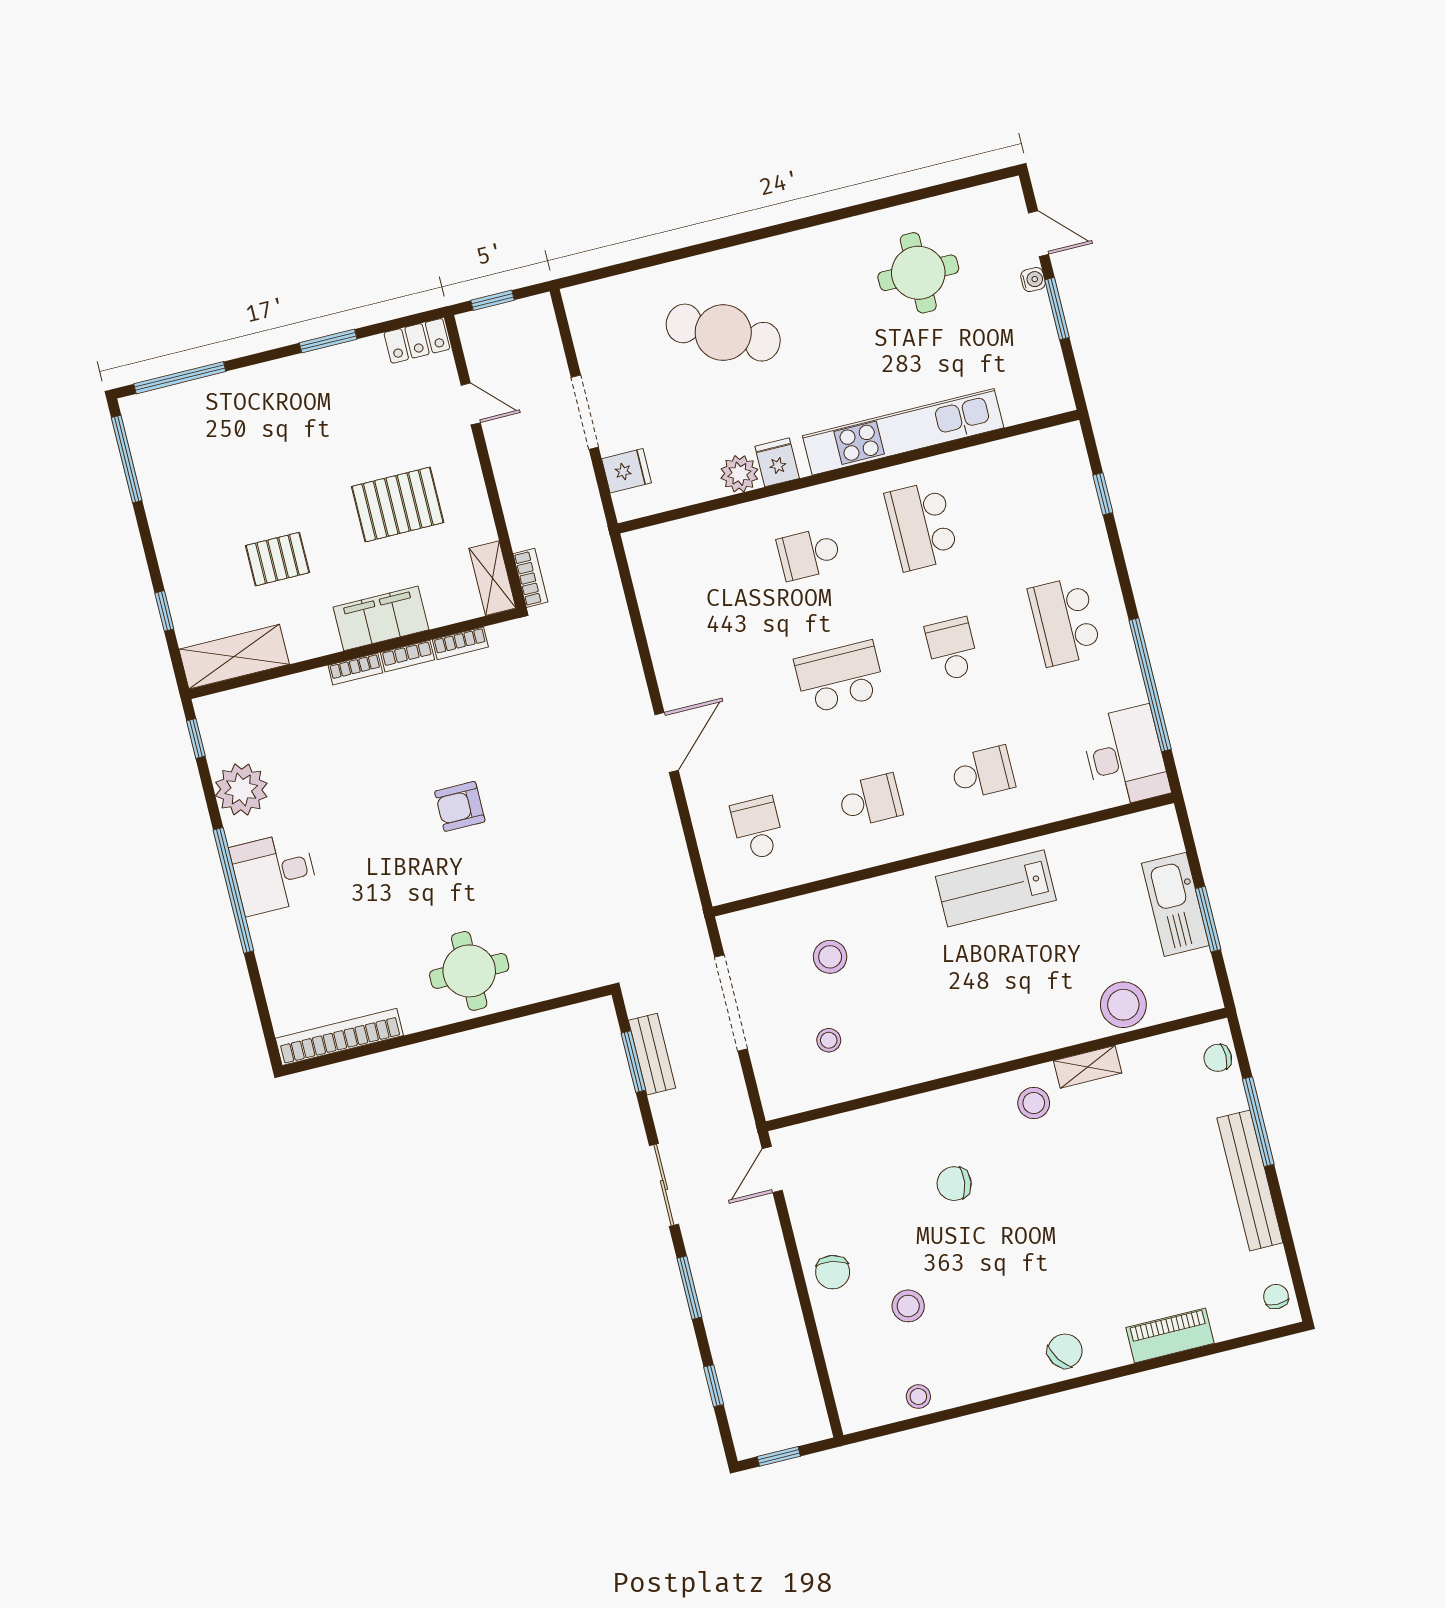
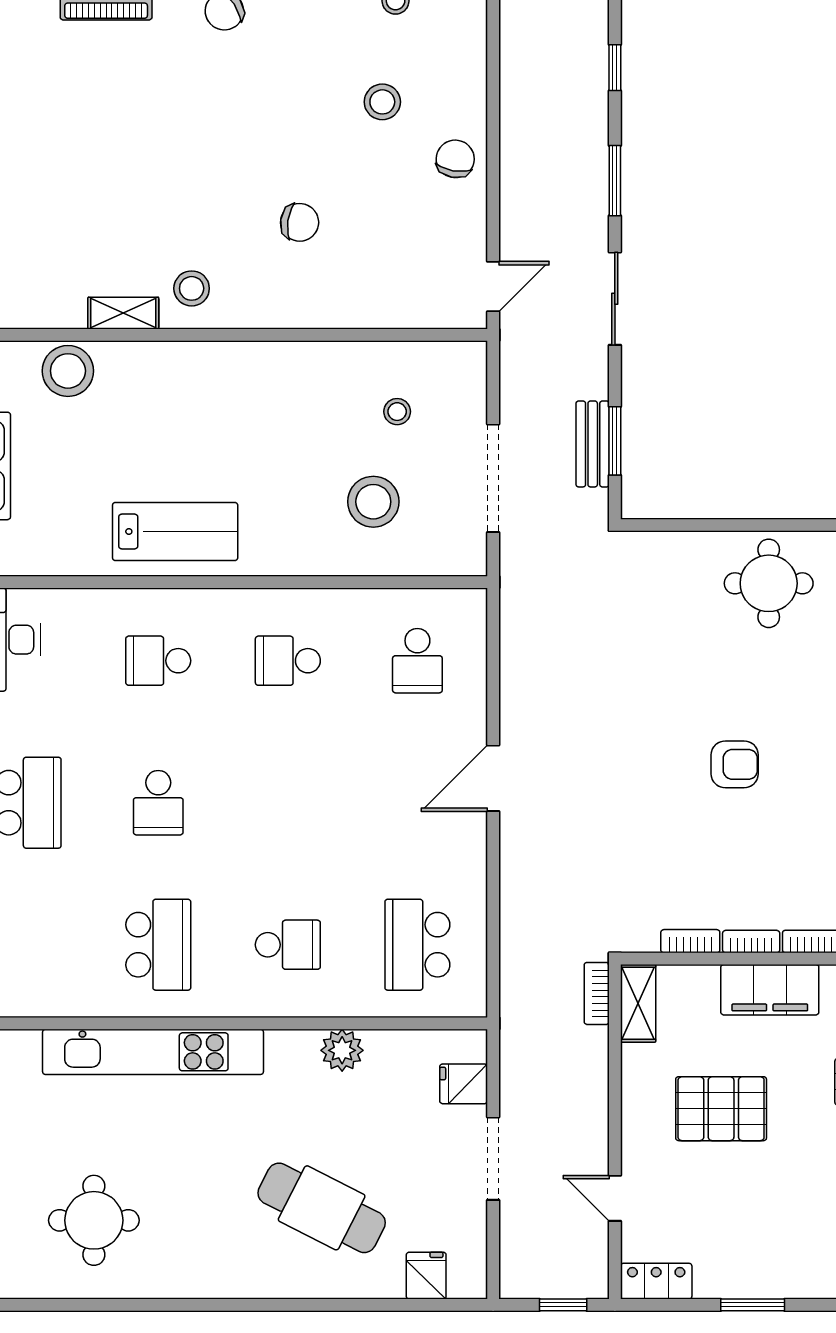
fridge: (777, 462) -> (426, 1276), moved, turned 180
school desk: (840, 677) -> (417, 945), moved, turned 90
stool: (830, 957) -> (373, 502), width x1.38, depth x1.38

